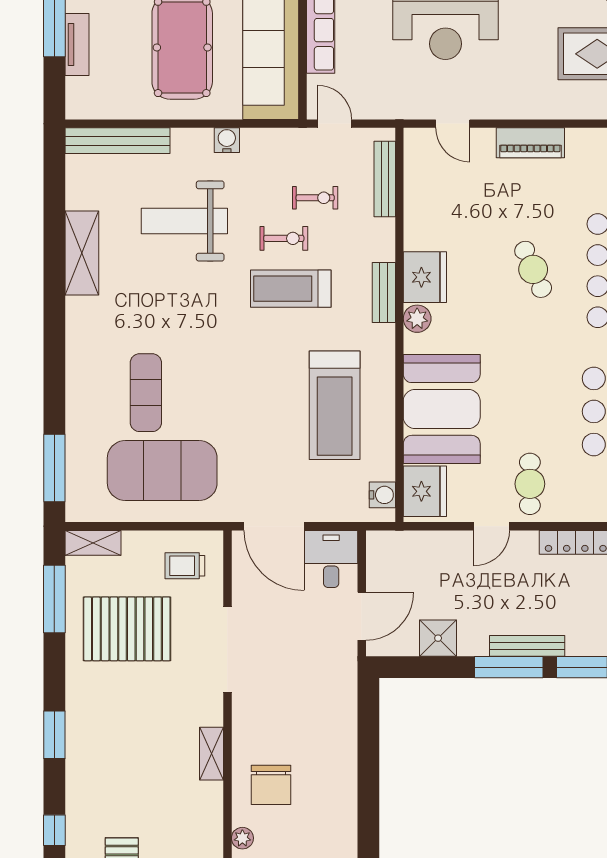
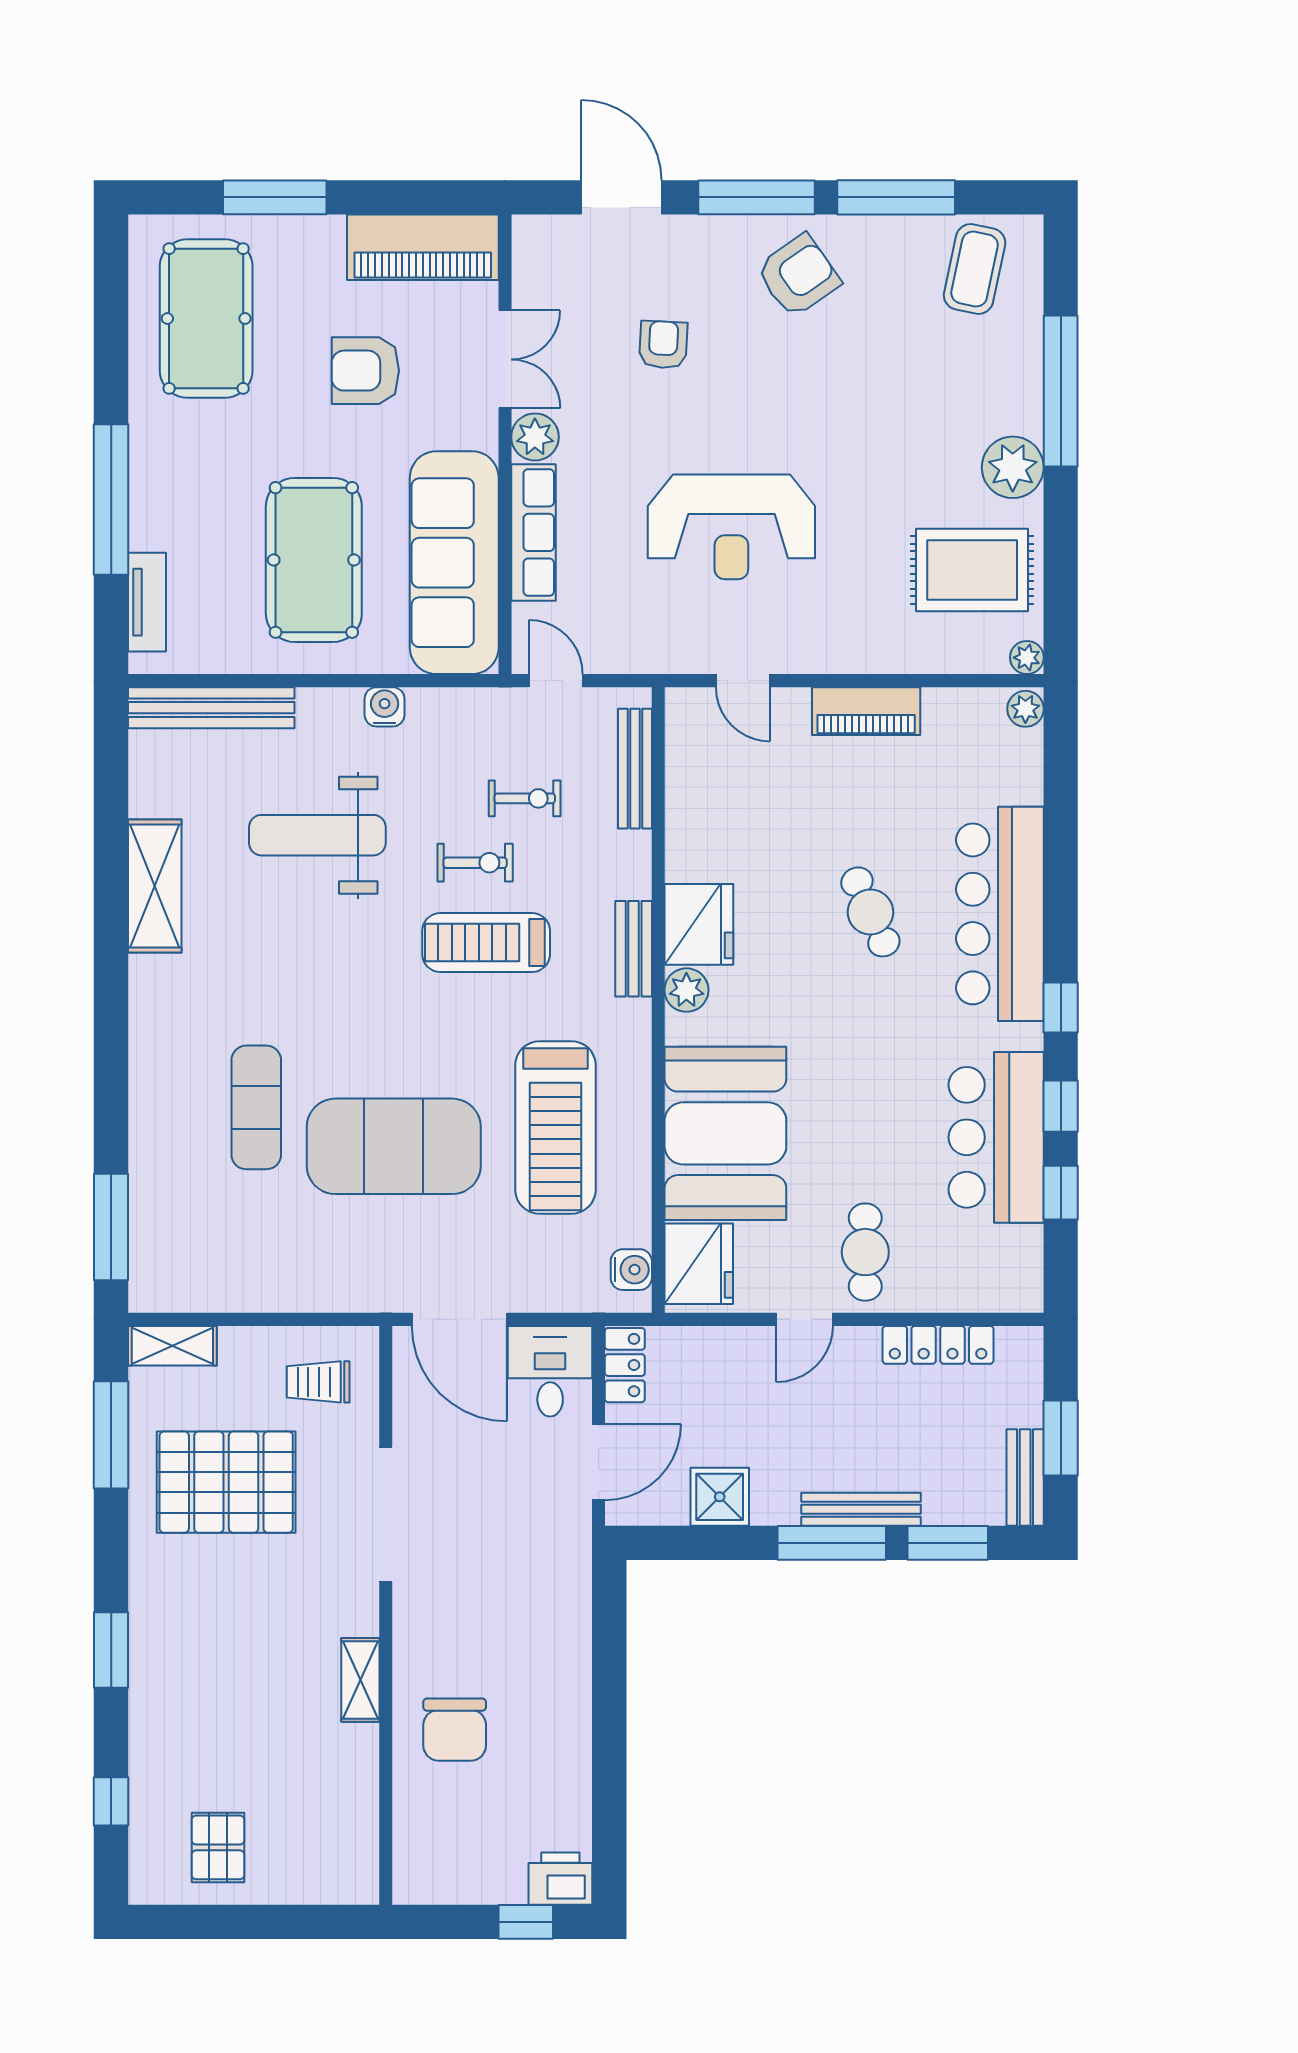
tv unit: (77, 44) -> (147, 602), moved
exercise mat: (162, 470) -> (394, 1146), moved
locker: (378, 555) -> (625, 1365), added
plant: (242, 838) -> (409, 1814), removed

